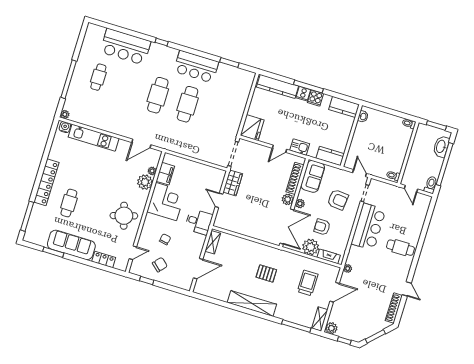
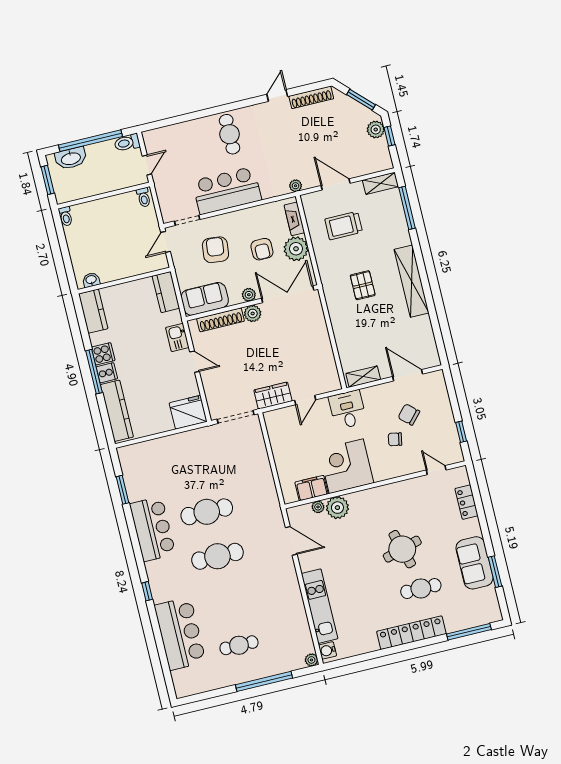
round table: (124, 216) -> (402, 549), moved
sofa: (71, 245) -> (474, 563), width x0.73
chair: (160, 265) -> (409, 414), moved
plant: (331, 328) -> (376, 129), moved

